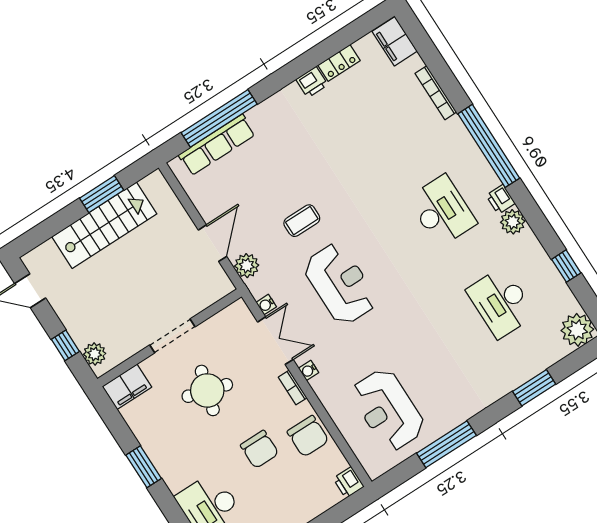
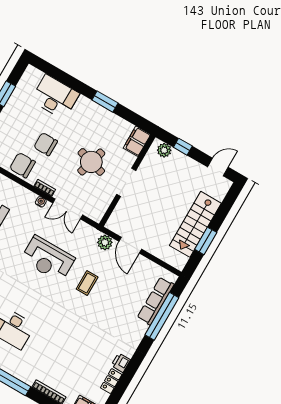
water cooler: (266, 305) -> (83, 226), removed

